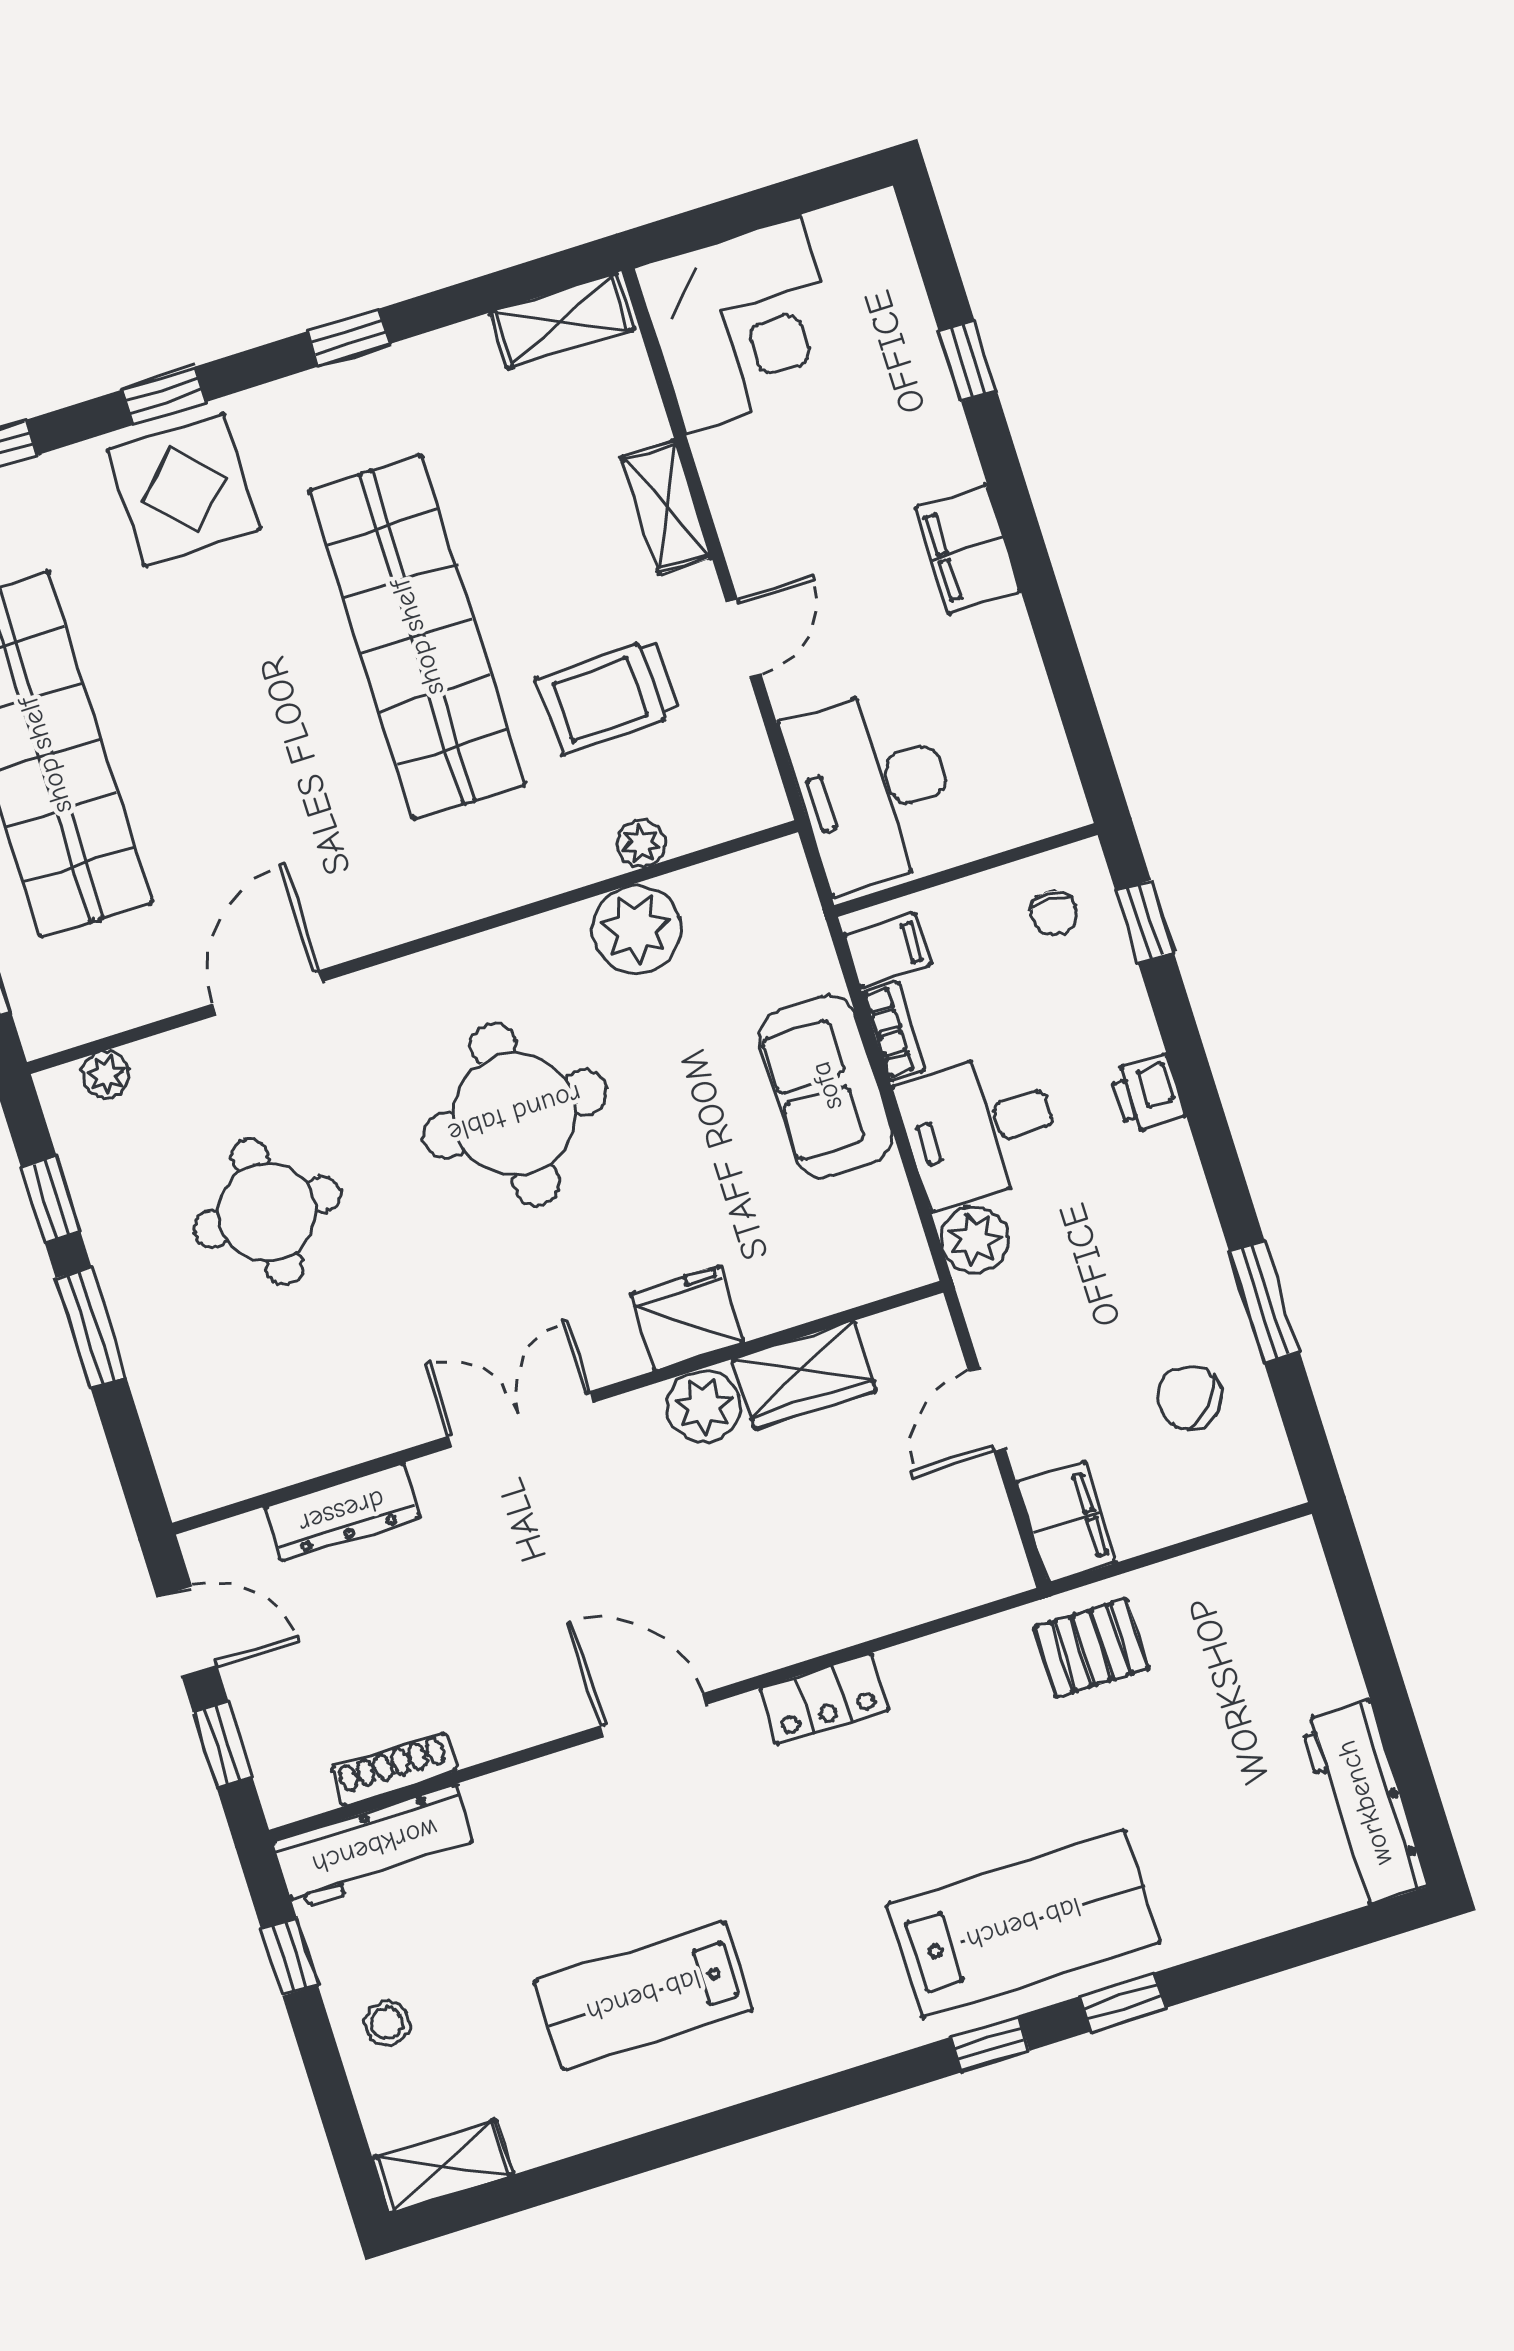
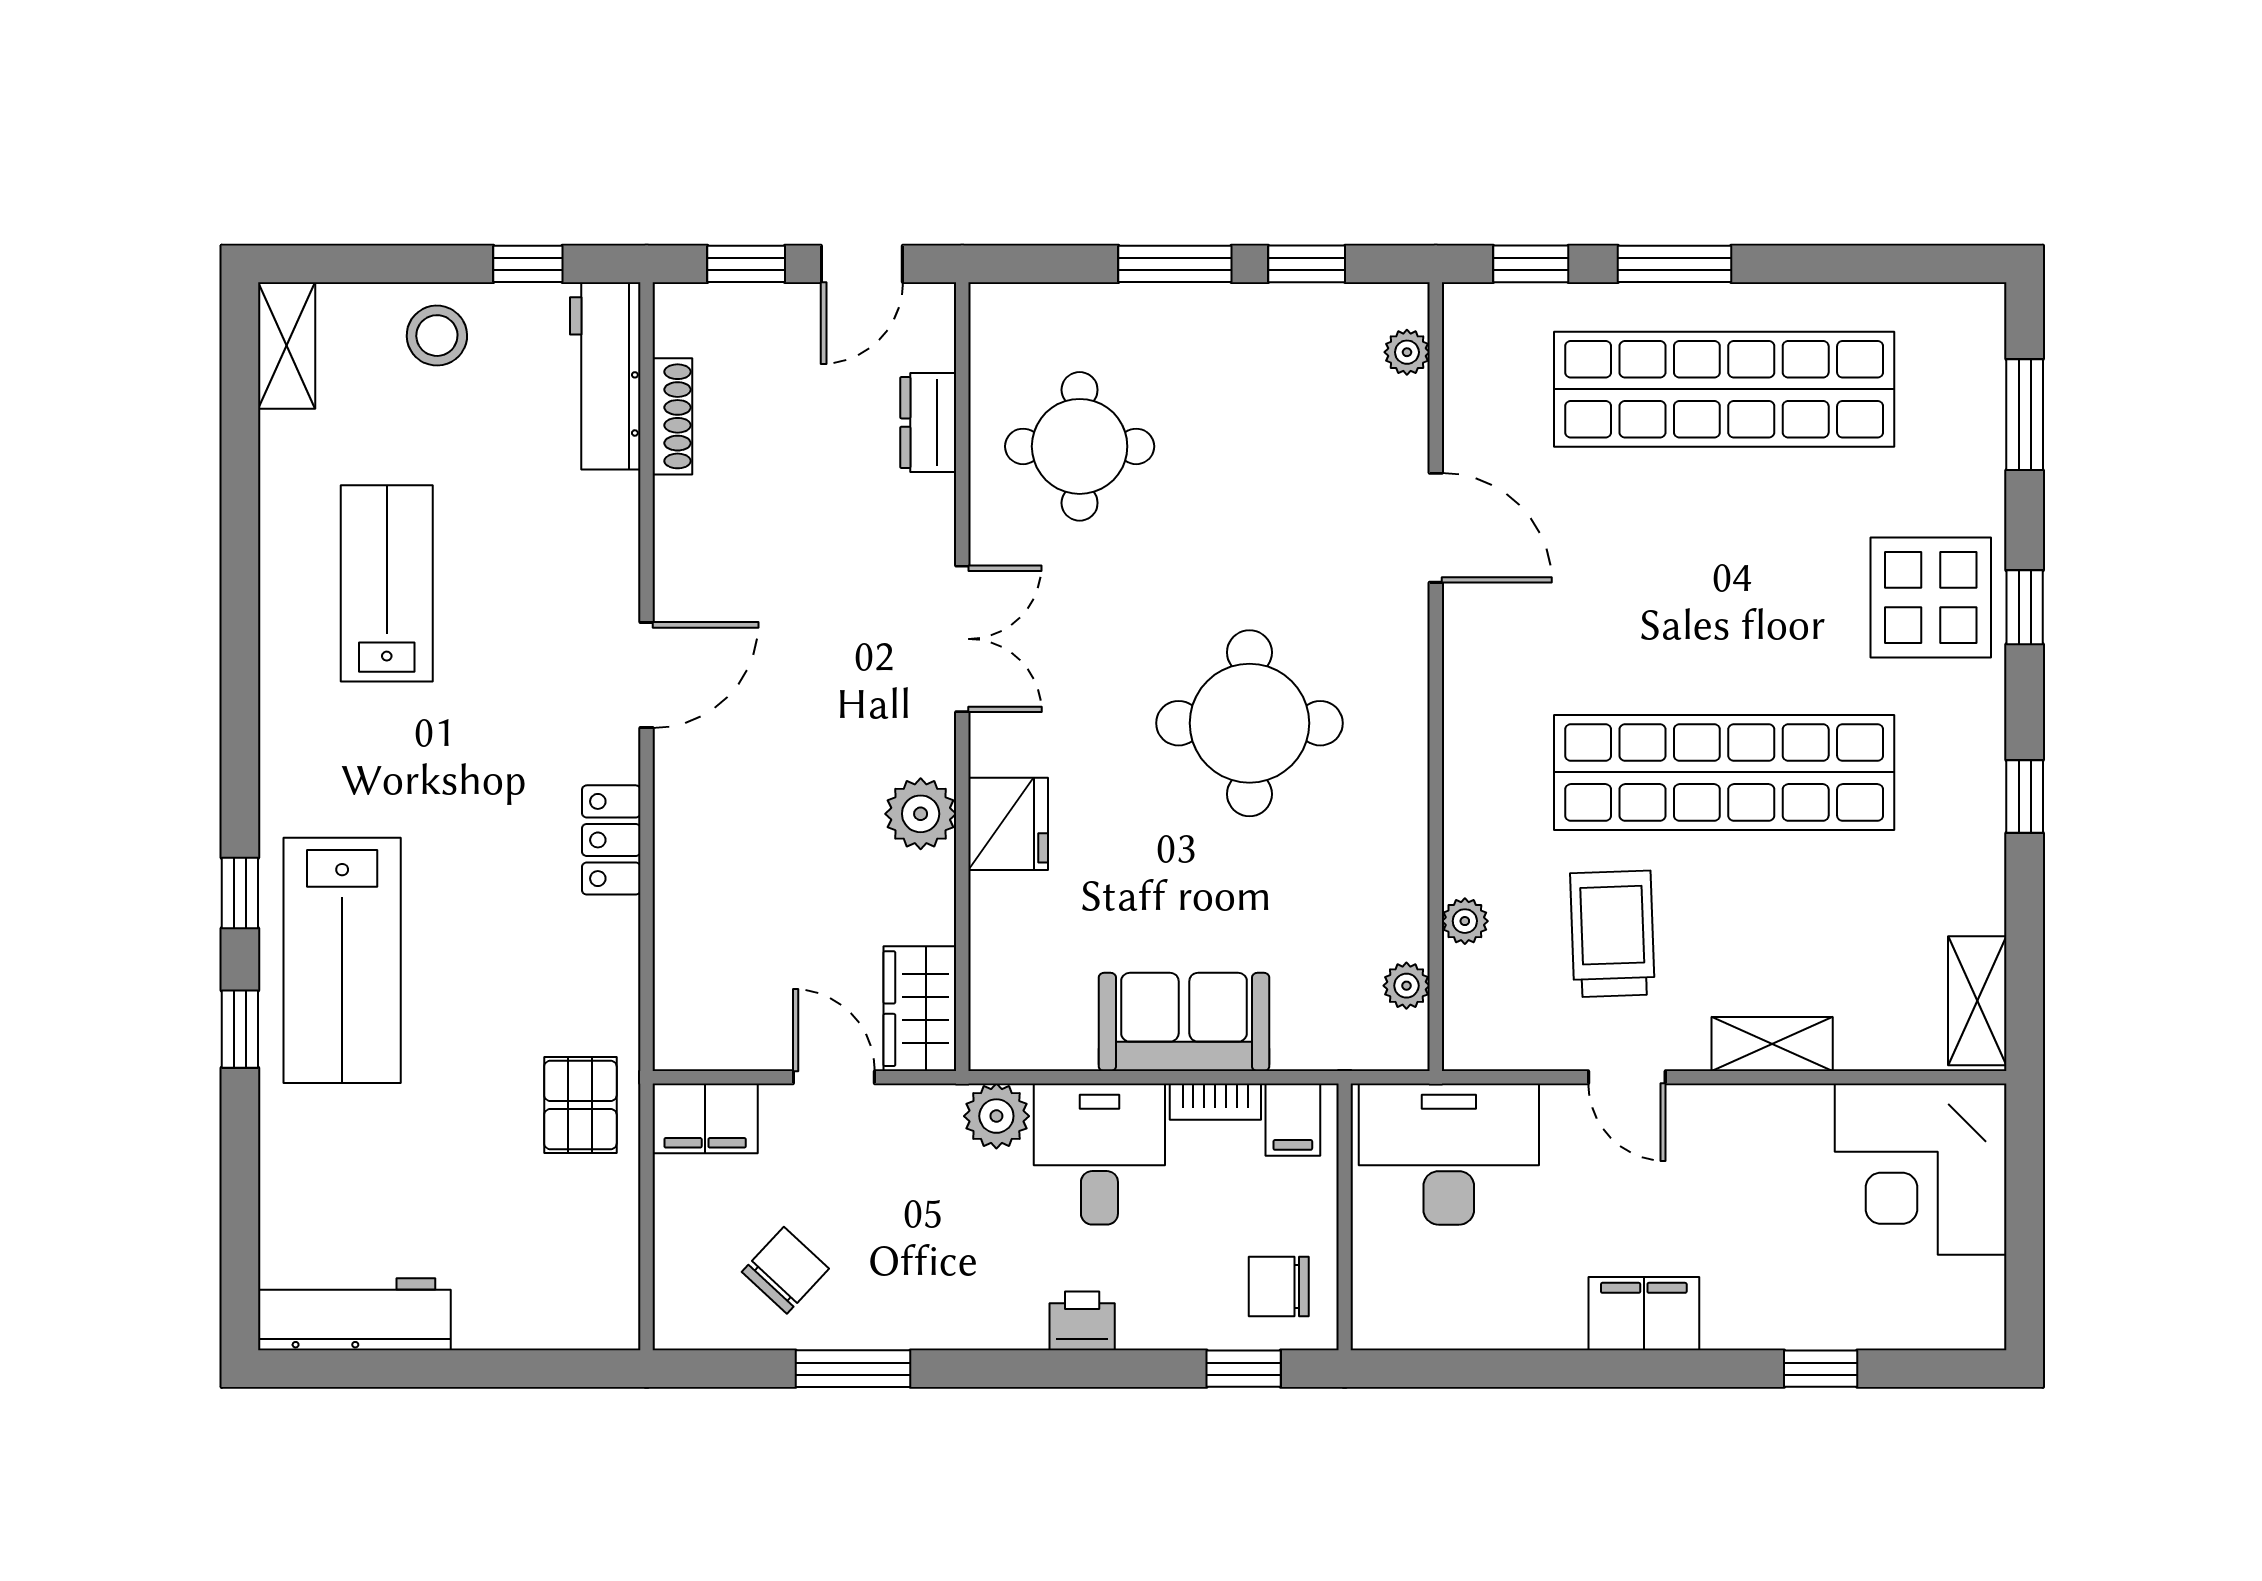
chair: (1054, 913) -> (1279, 1286), width x1.37, depth x1.37
plant: (637, 929) -> (1406, 986), moved, width x0.53, depth x0.53
round table: (267, 1212) -> (1080, 446), moved
wardrobe: (804, 1375) -> (920, 1009), moved
dresser: (342, 1512) -> (928, 423), width x0.70
stool: (387, 2023) -> (437, 336), width x1.37, depth x1.37

